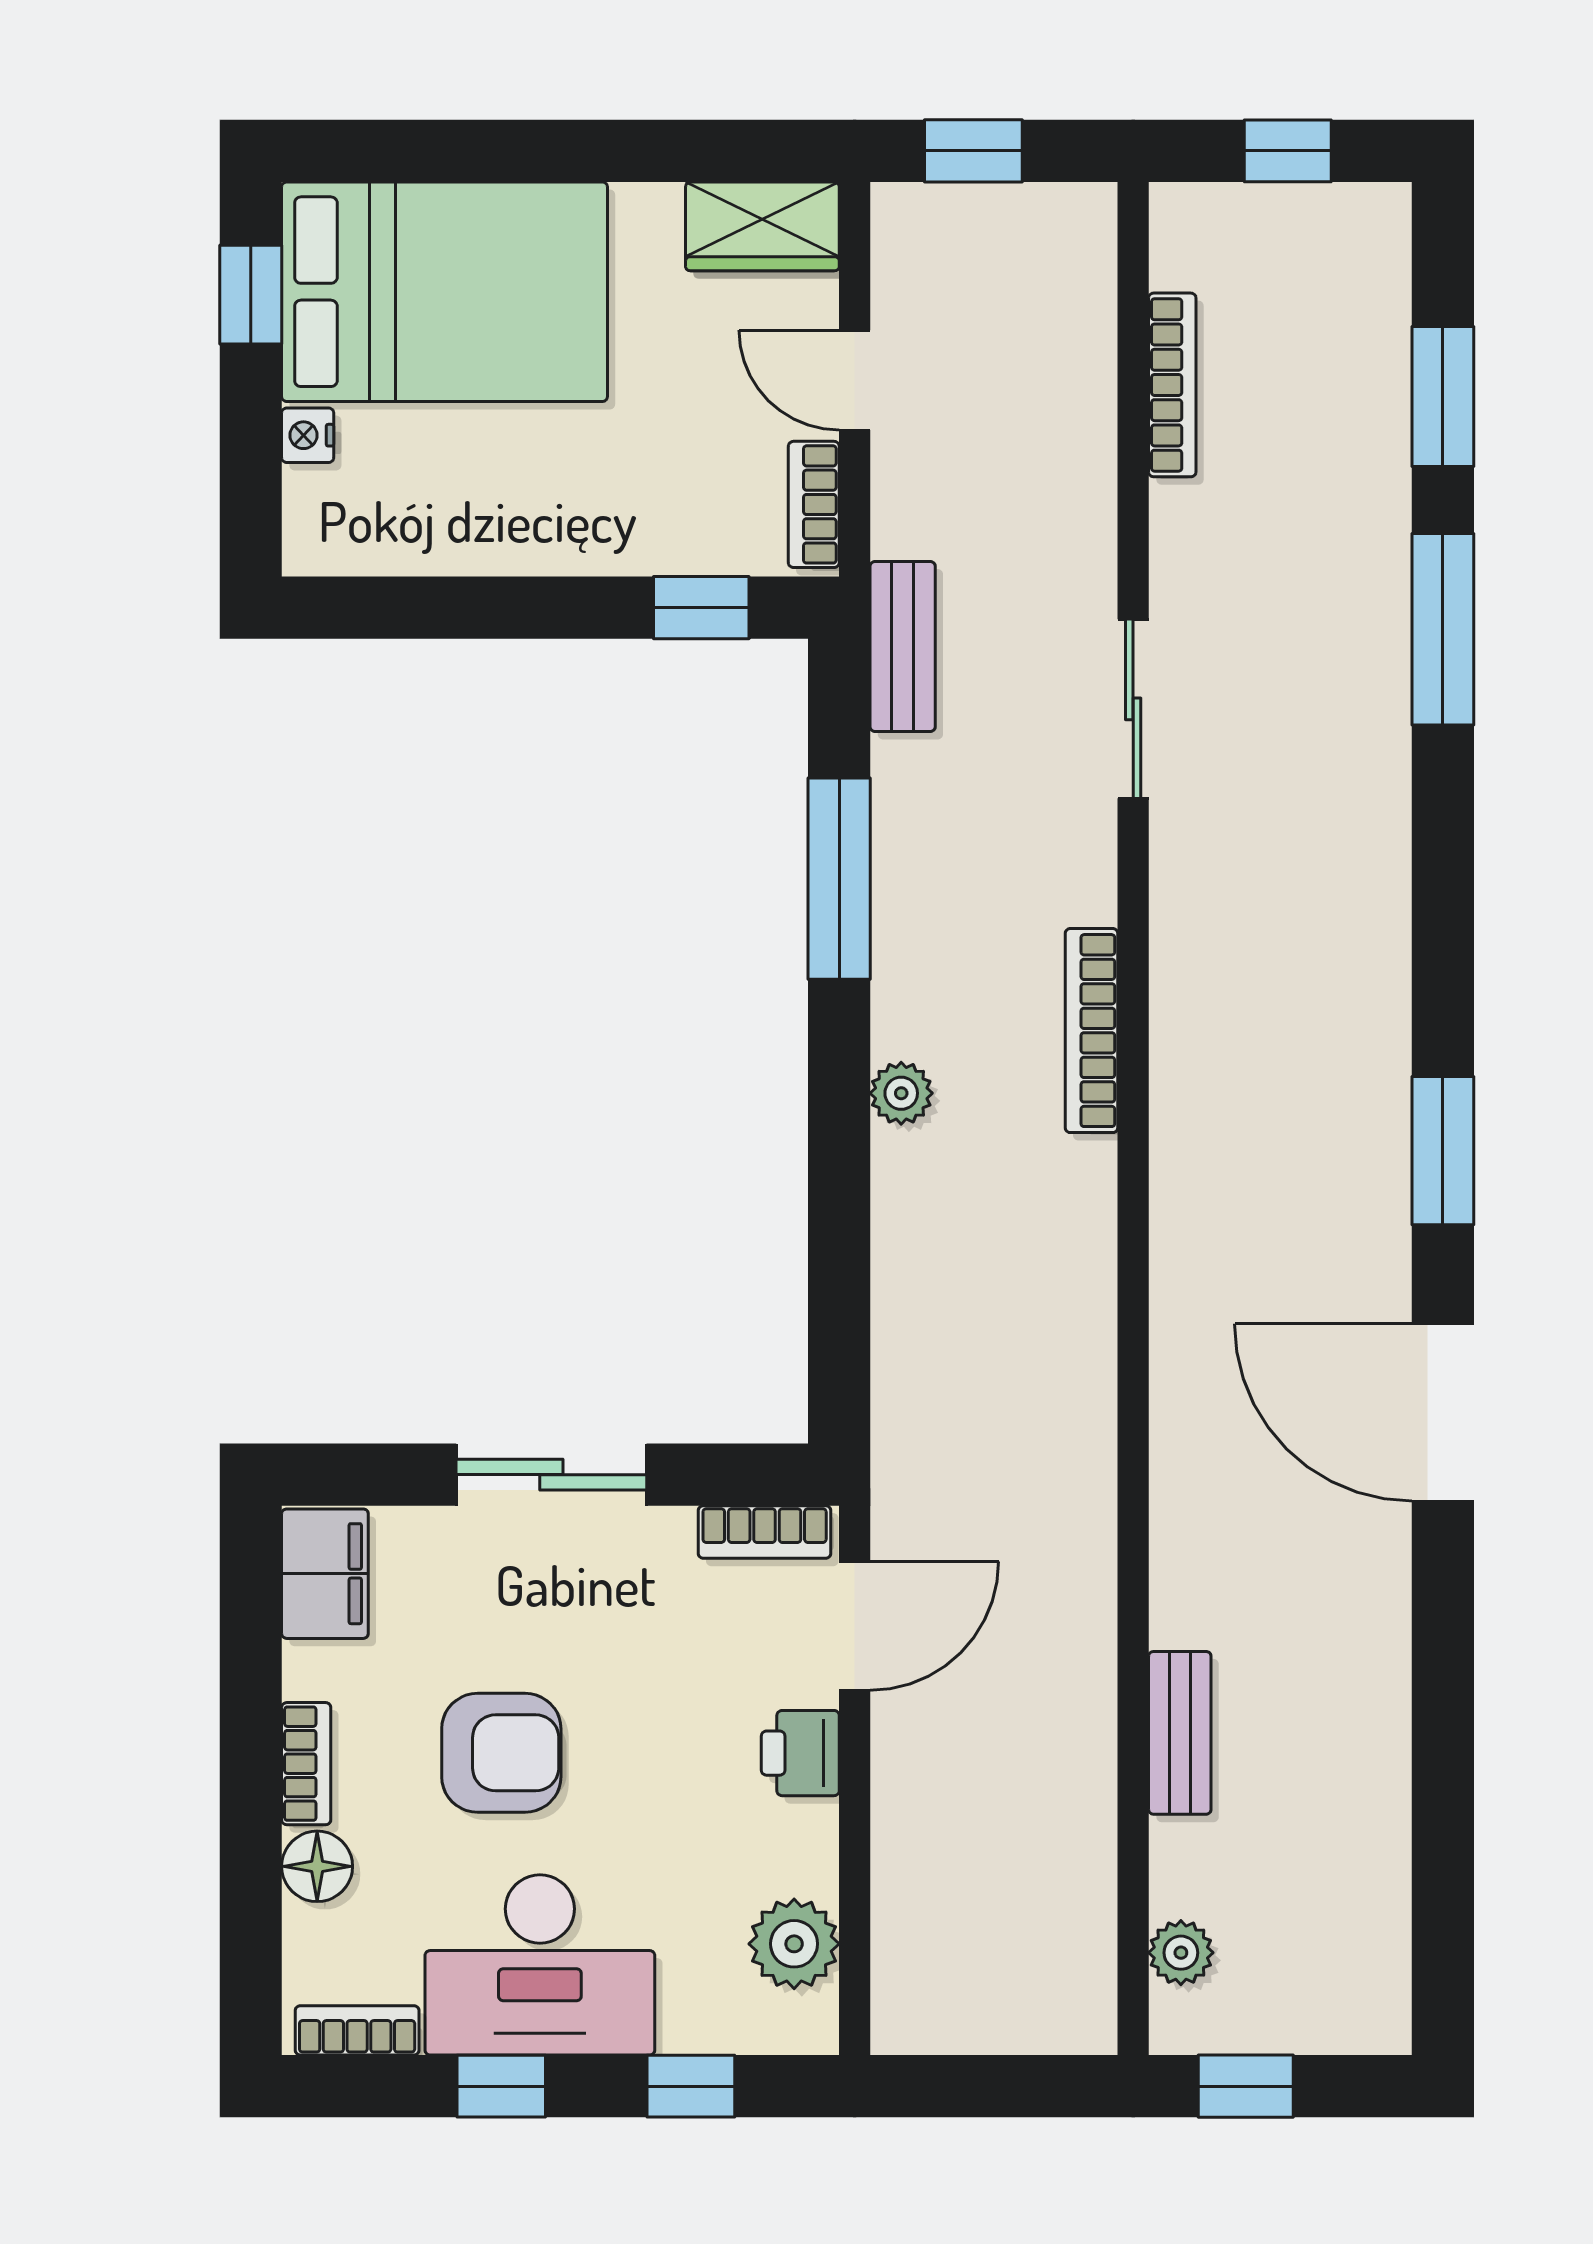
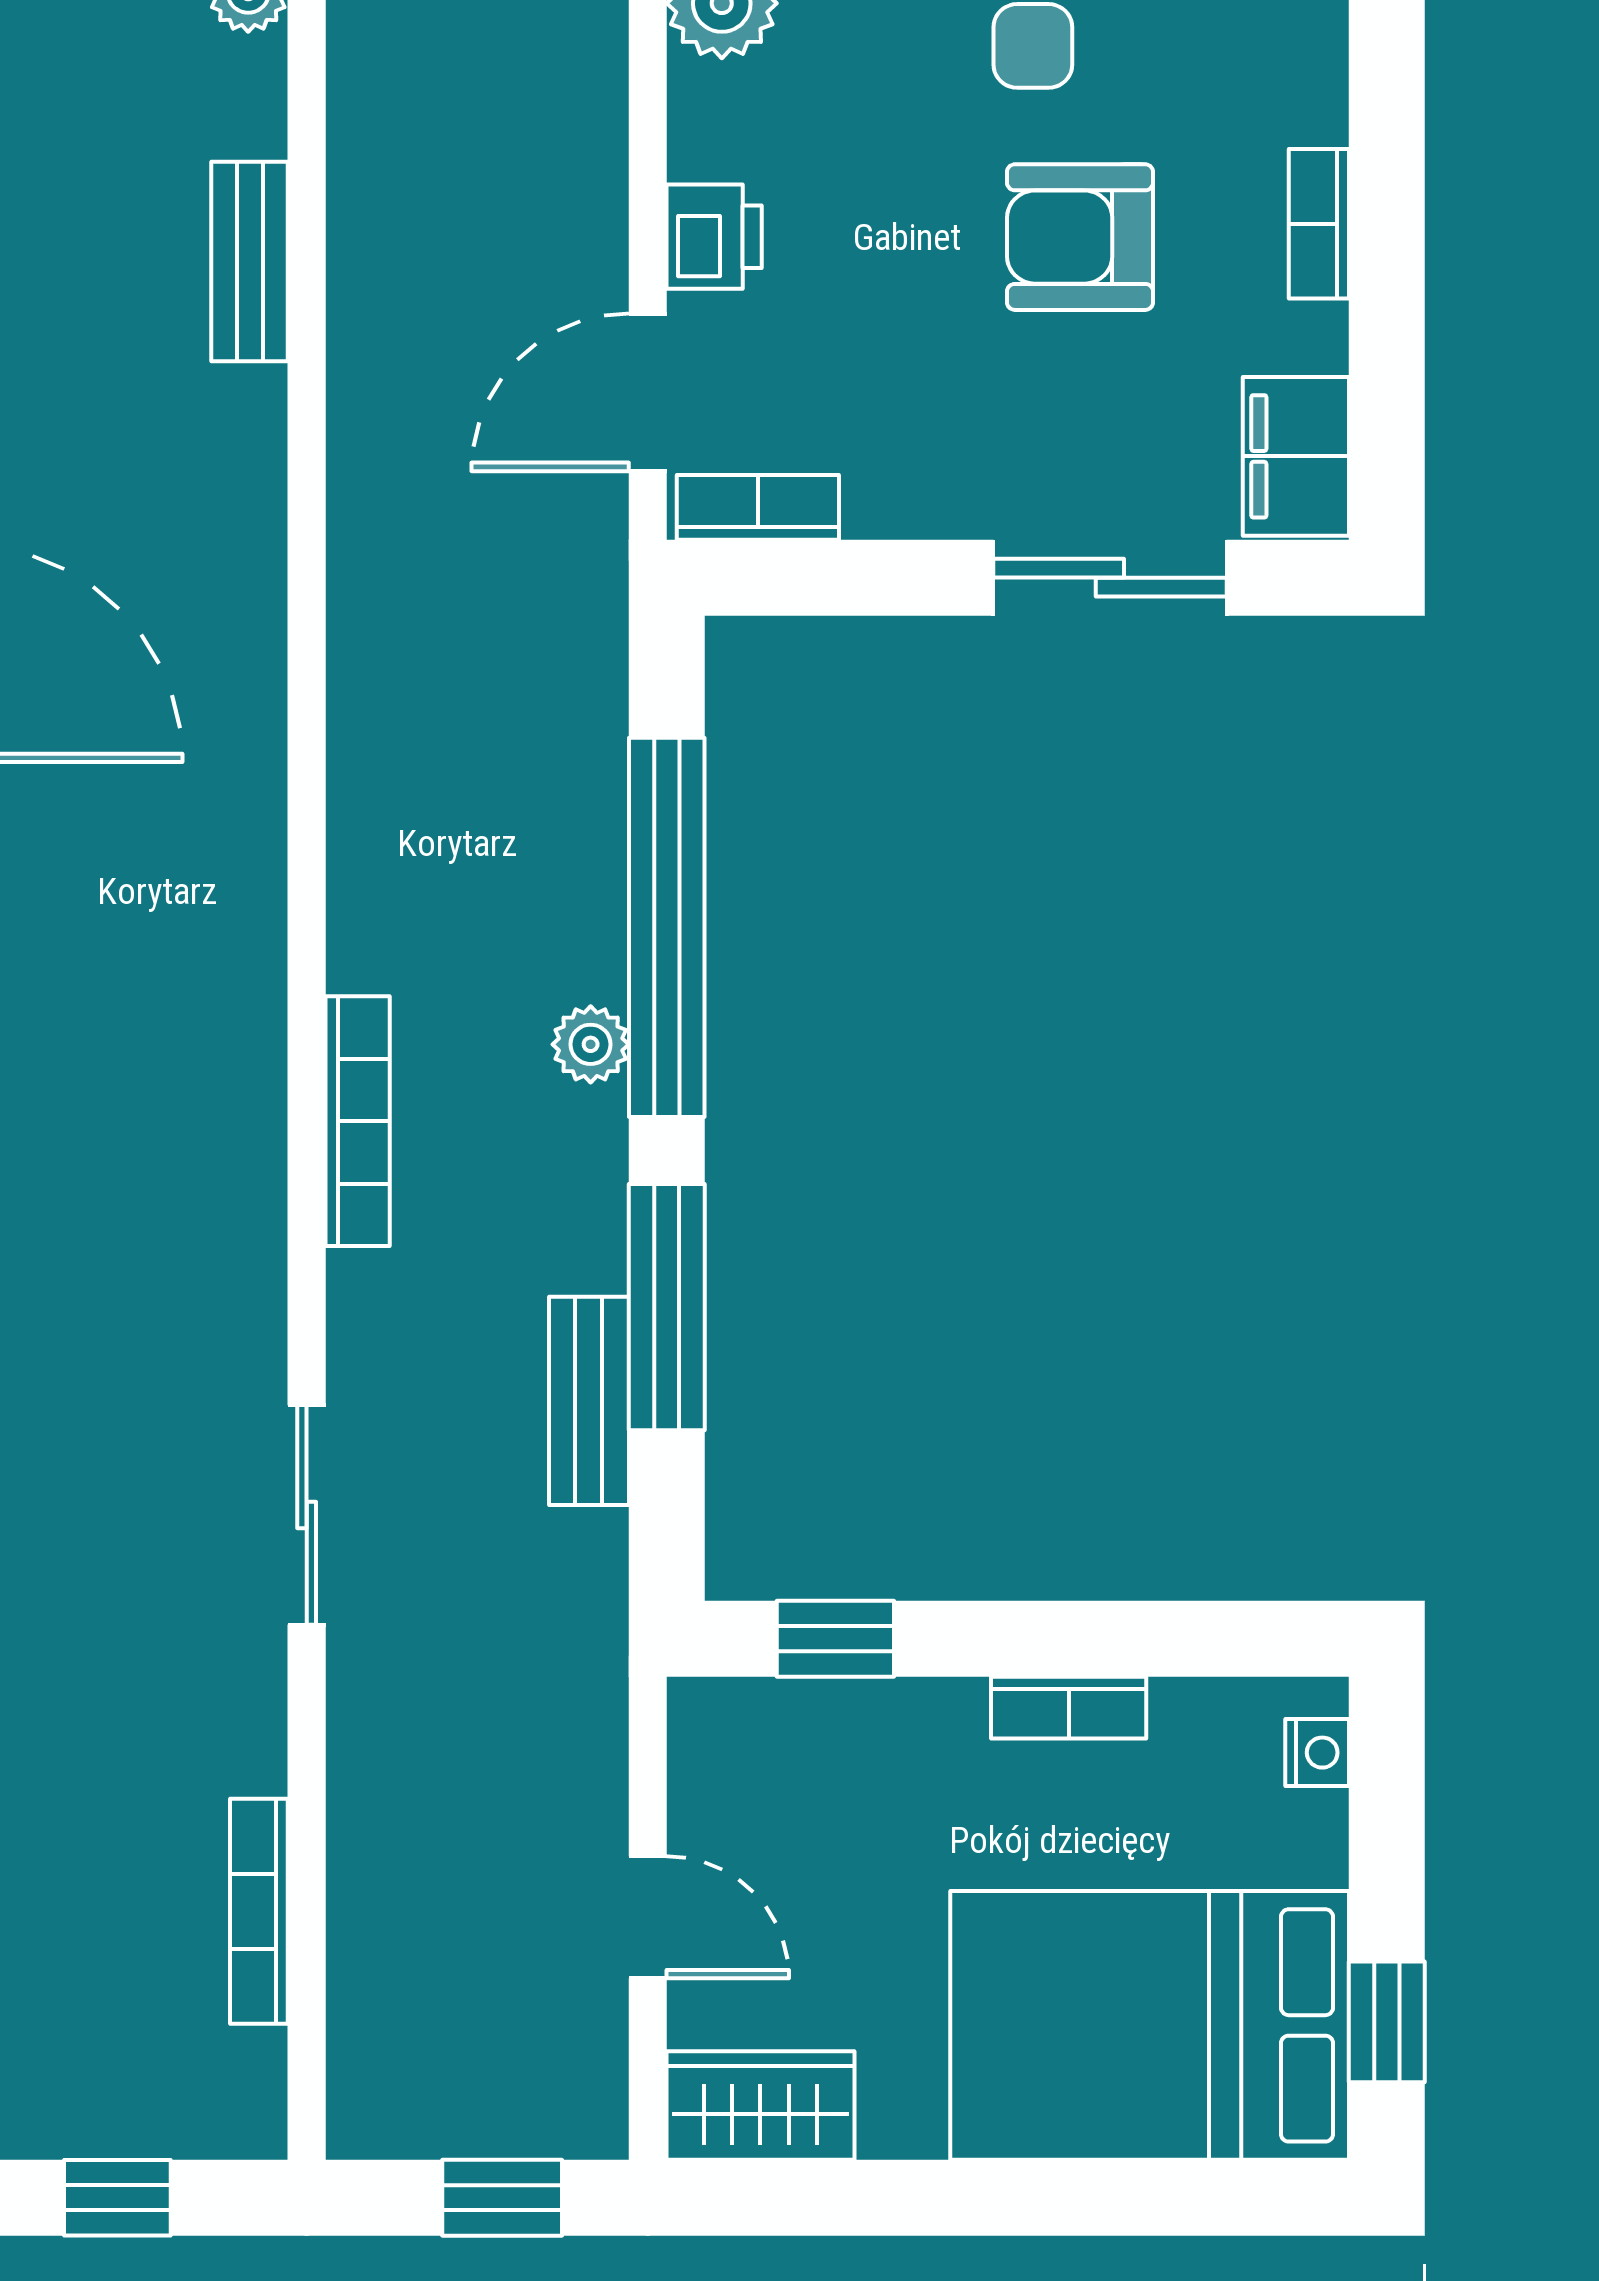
nightstand: (308, 435) -> (1317, 1753), moved
bookcase: (814, 504) -> (1069, 1708), moved, turned 90
bench: (903, 647) -> (589, 1401), moved
window: (839, 1189) -> (667, 927), added
sliding door: (551, 1475) -> (1110, 578), moved
floor lamp: (317, 1866) -> (1306, 98), removed

